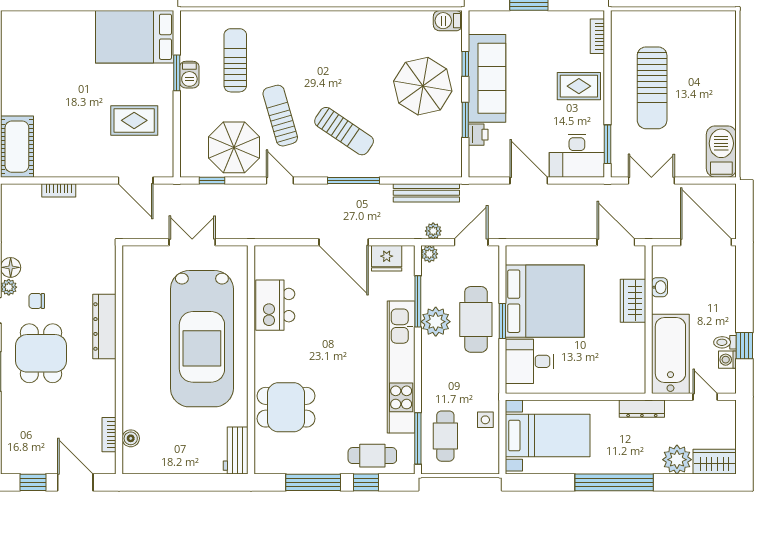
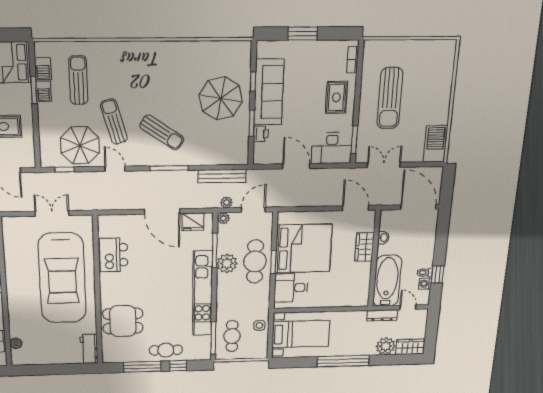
barbecue: (448, 21) -> (43, 69), moved, turned -90
rug: (579, 86) -> (336, 97), turned 90
dresser: (642, 409) -> (382, 315), moved
cafe table: (372, 456) -> (166, 350), moved

